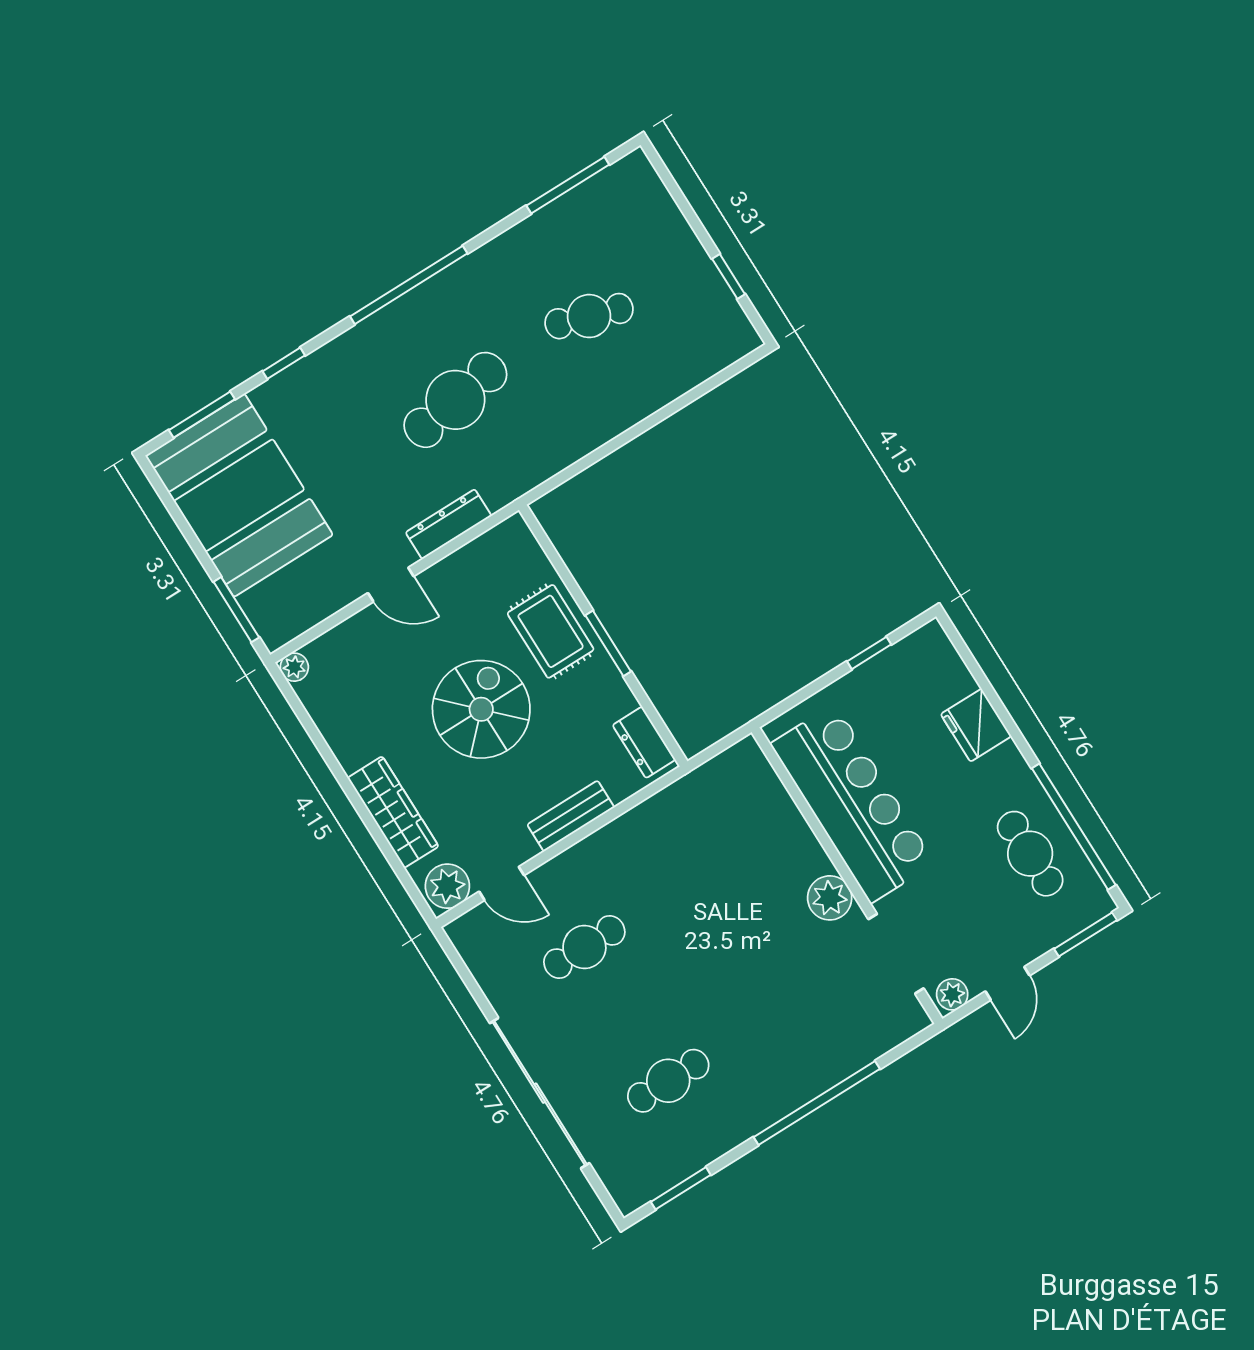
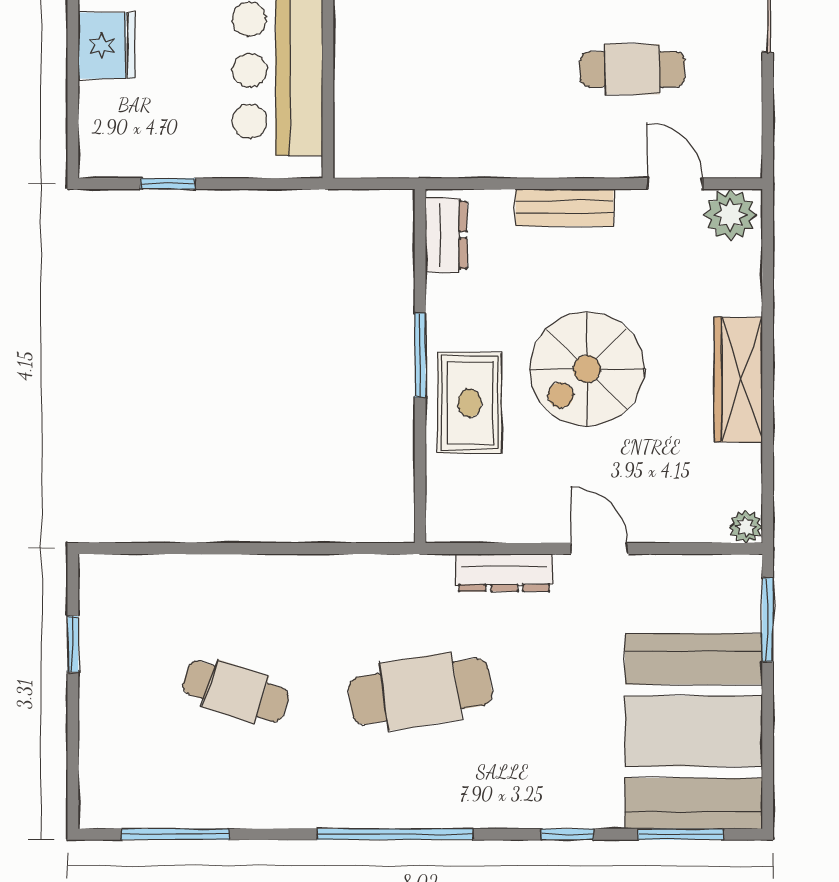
wardrobe: (393, 812) -> (738, 379), moved

